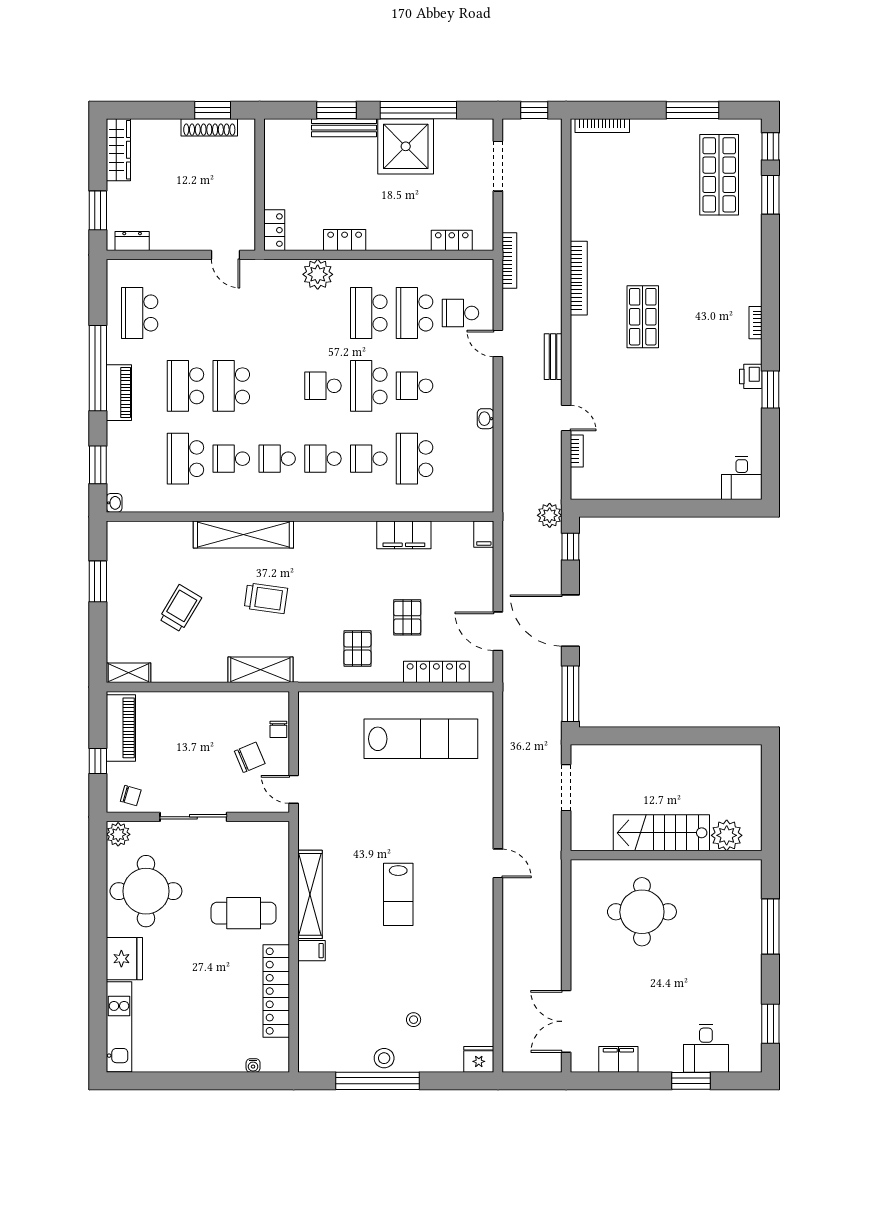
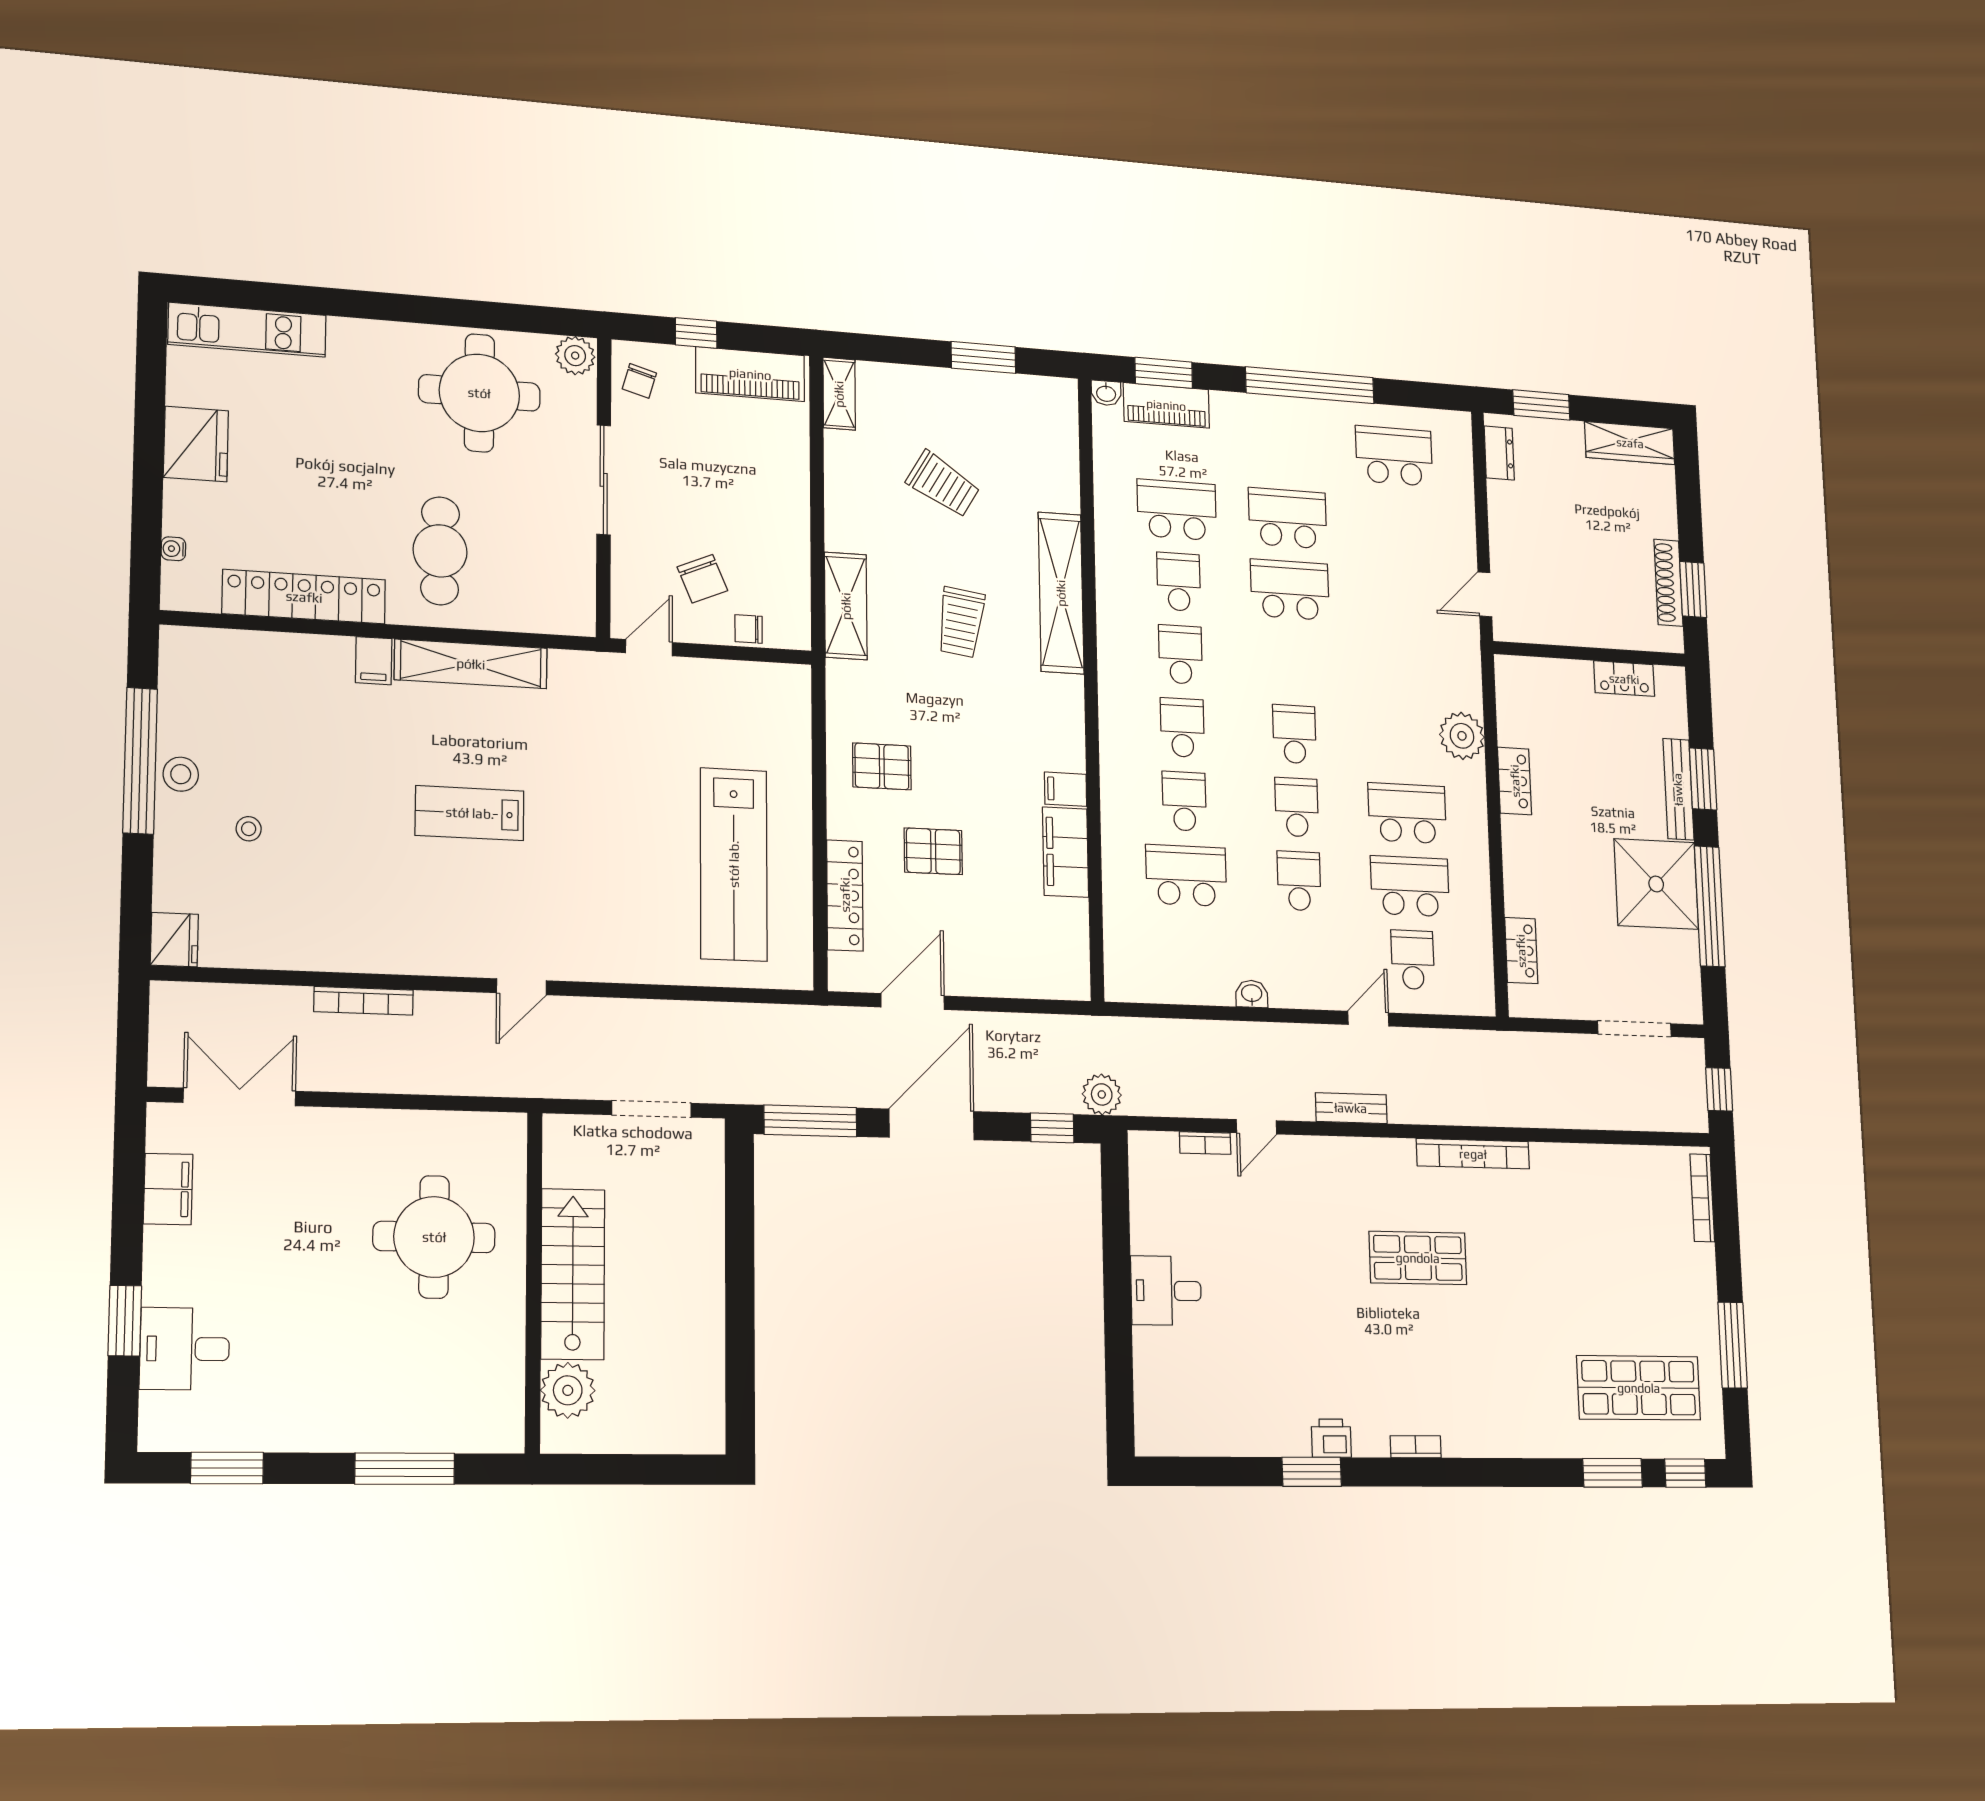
locker: (274, 230) -> (1624, 679), moved
bookcase: (509, 260) -> (364, 1001), moved
school desk: (369, 386) -> (1297, 807), width x0.54
piano: (119, 393) -> (1166, 405), moved
desk: (742, 478) -> (1166, 1291), moved
filing cabinet: (484, 534) -> (1066, 789), moved
fridge: (124, 959) -> (196, 444), moved, turned -90

